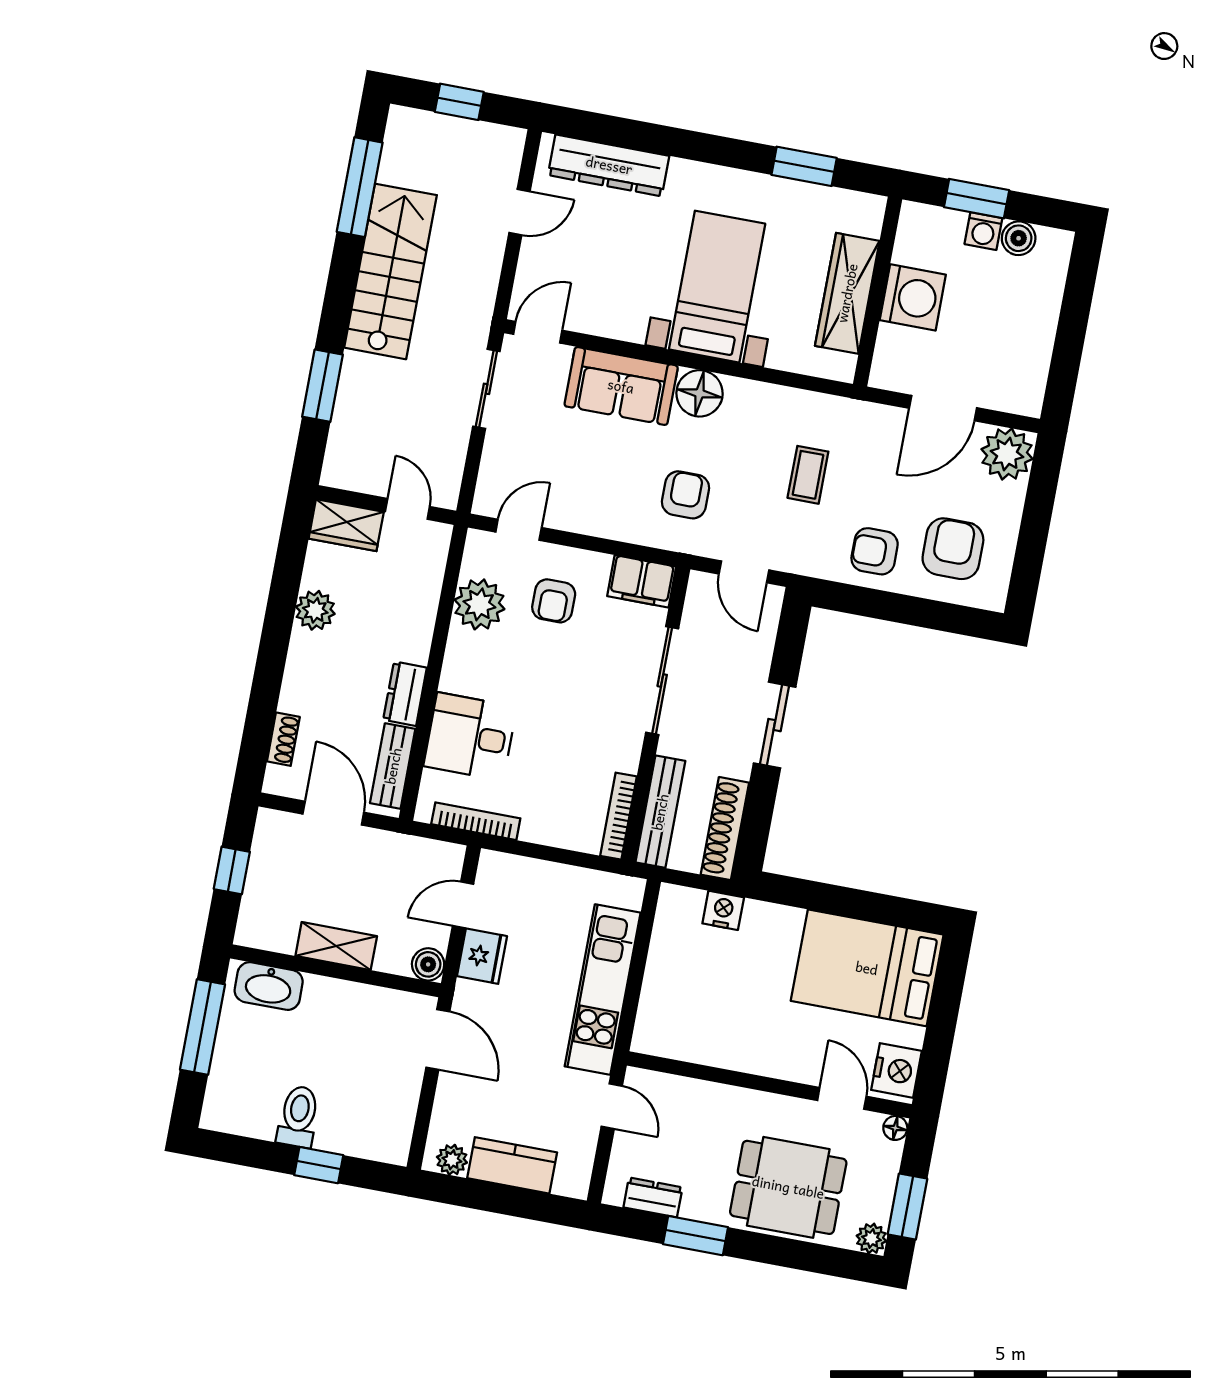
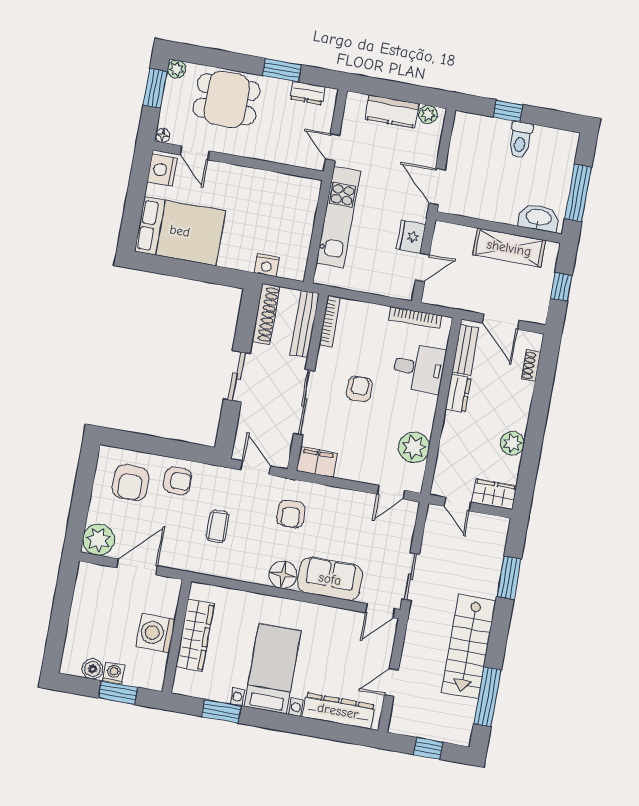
bed with nightstands: (717, 287) -> (273, 669), moved, turned 180
armchair: (554, 601) -> (359, 389), moved
shelving: (336, 946) -> (509, 248), width x1.50, depth x1.33
boiler: (428, 964) -> (443, 231), removed

